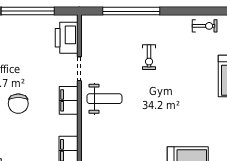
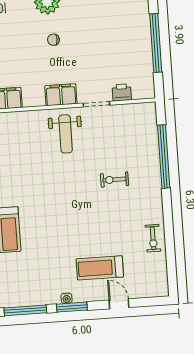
printer: (67, 38) -> (122, 92), width x0.53, depth x0.68
chair: (18, 104) -> (53, 40), width x0.54, depth x0.54

